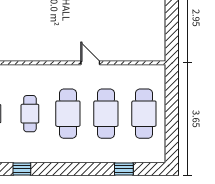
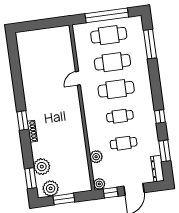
window: (172, 115) -> (107, 15), added
window: (124, 169) -> (150, 44), width x2.17

